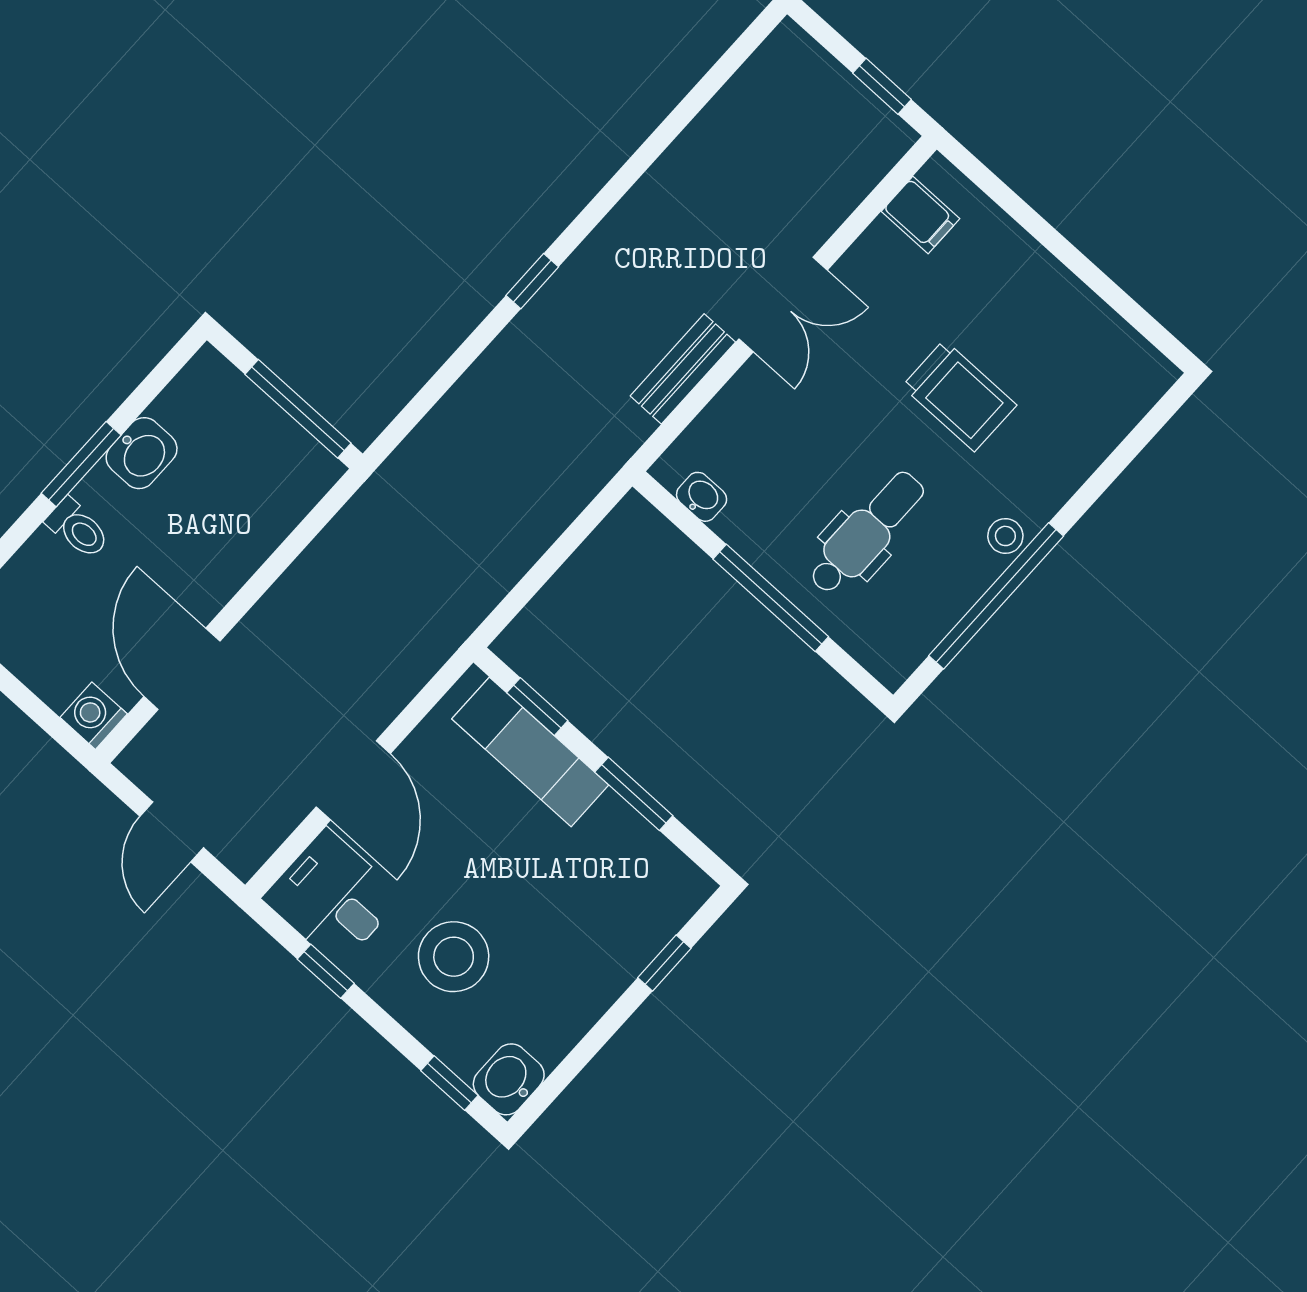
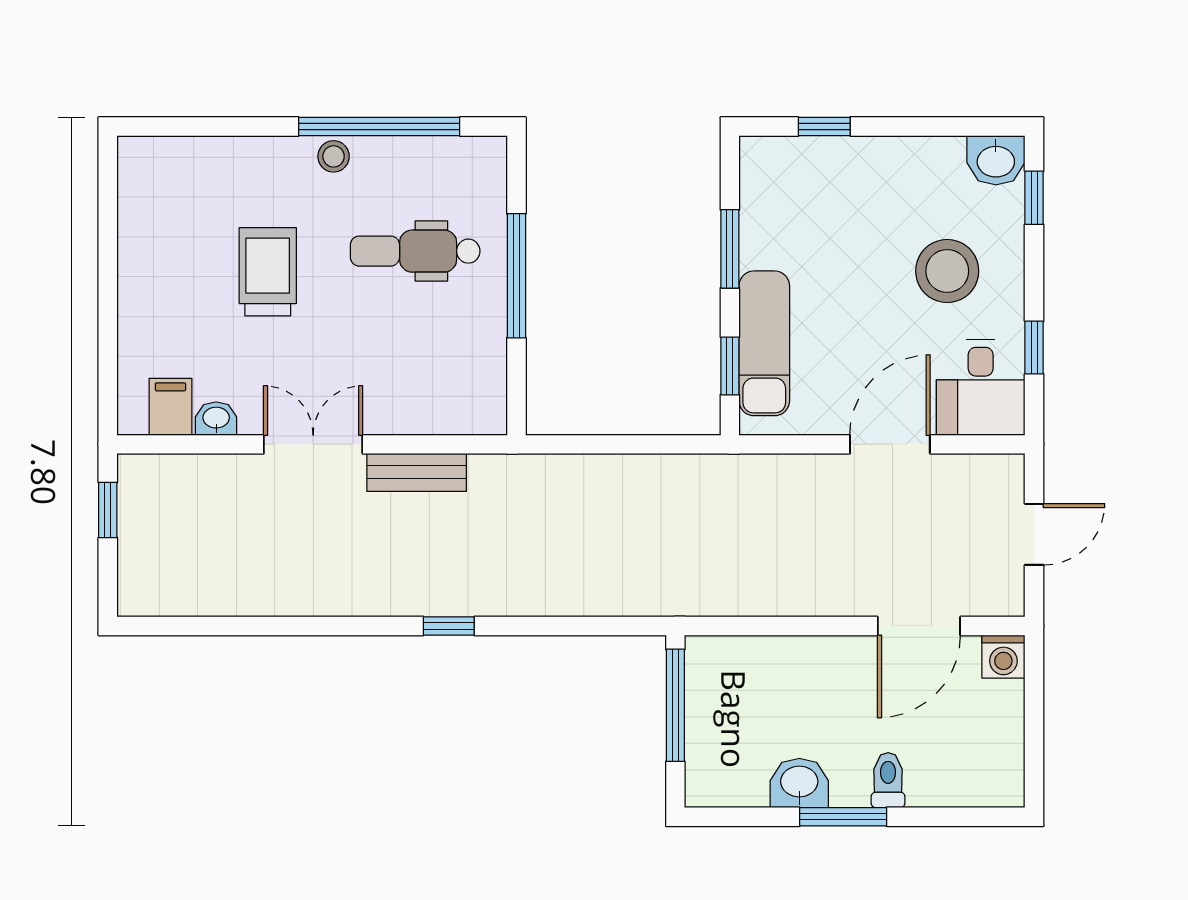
washbasin: (702, 497) -> (216, 419), moved, turned 90

